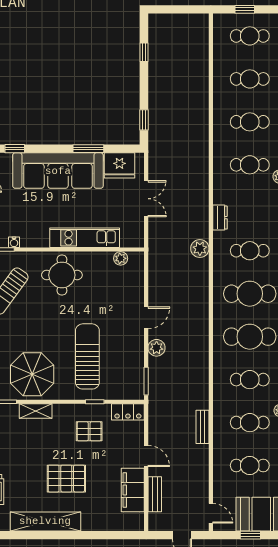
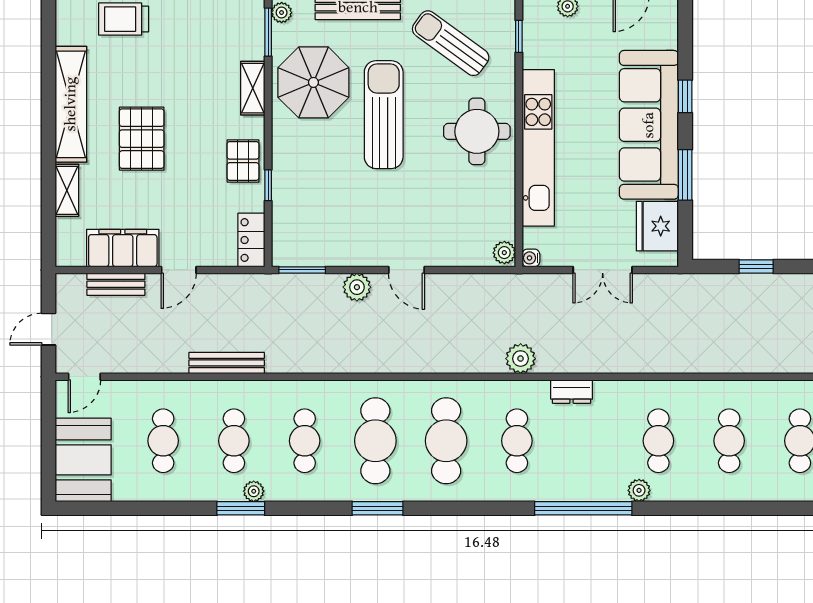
window: (144, 120) -> (756, 267), moved
window: (15, 149) -> (685, 96), moved
kitchen unit: (85, 238) -> (538, 148), width x1.36
water cooler: (14, 242) -> (531, 258), moved
plant: (121, 258) -> (504, 253), moved
sun lounger: (87, 356) -> (384, 115), moved, turned -90
bench: (203, 427) -> (227, 363), width x1.36
pallet: (89, 431) -> (243, 161), moved
shelving: (98, 524) -> (67, 190), added
window: (250, 535) -> (48, 442), removed

